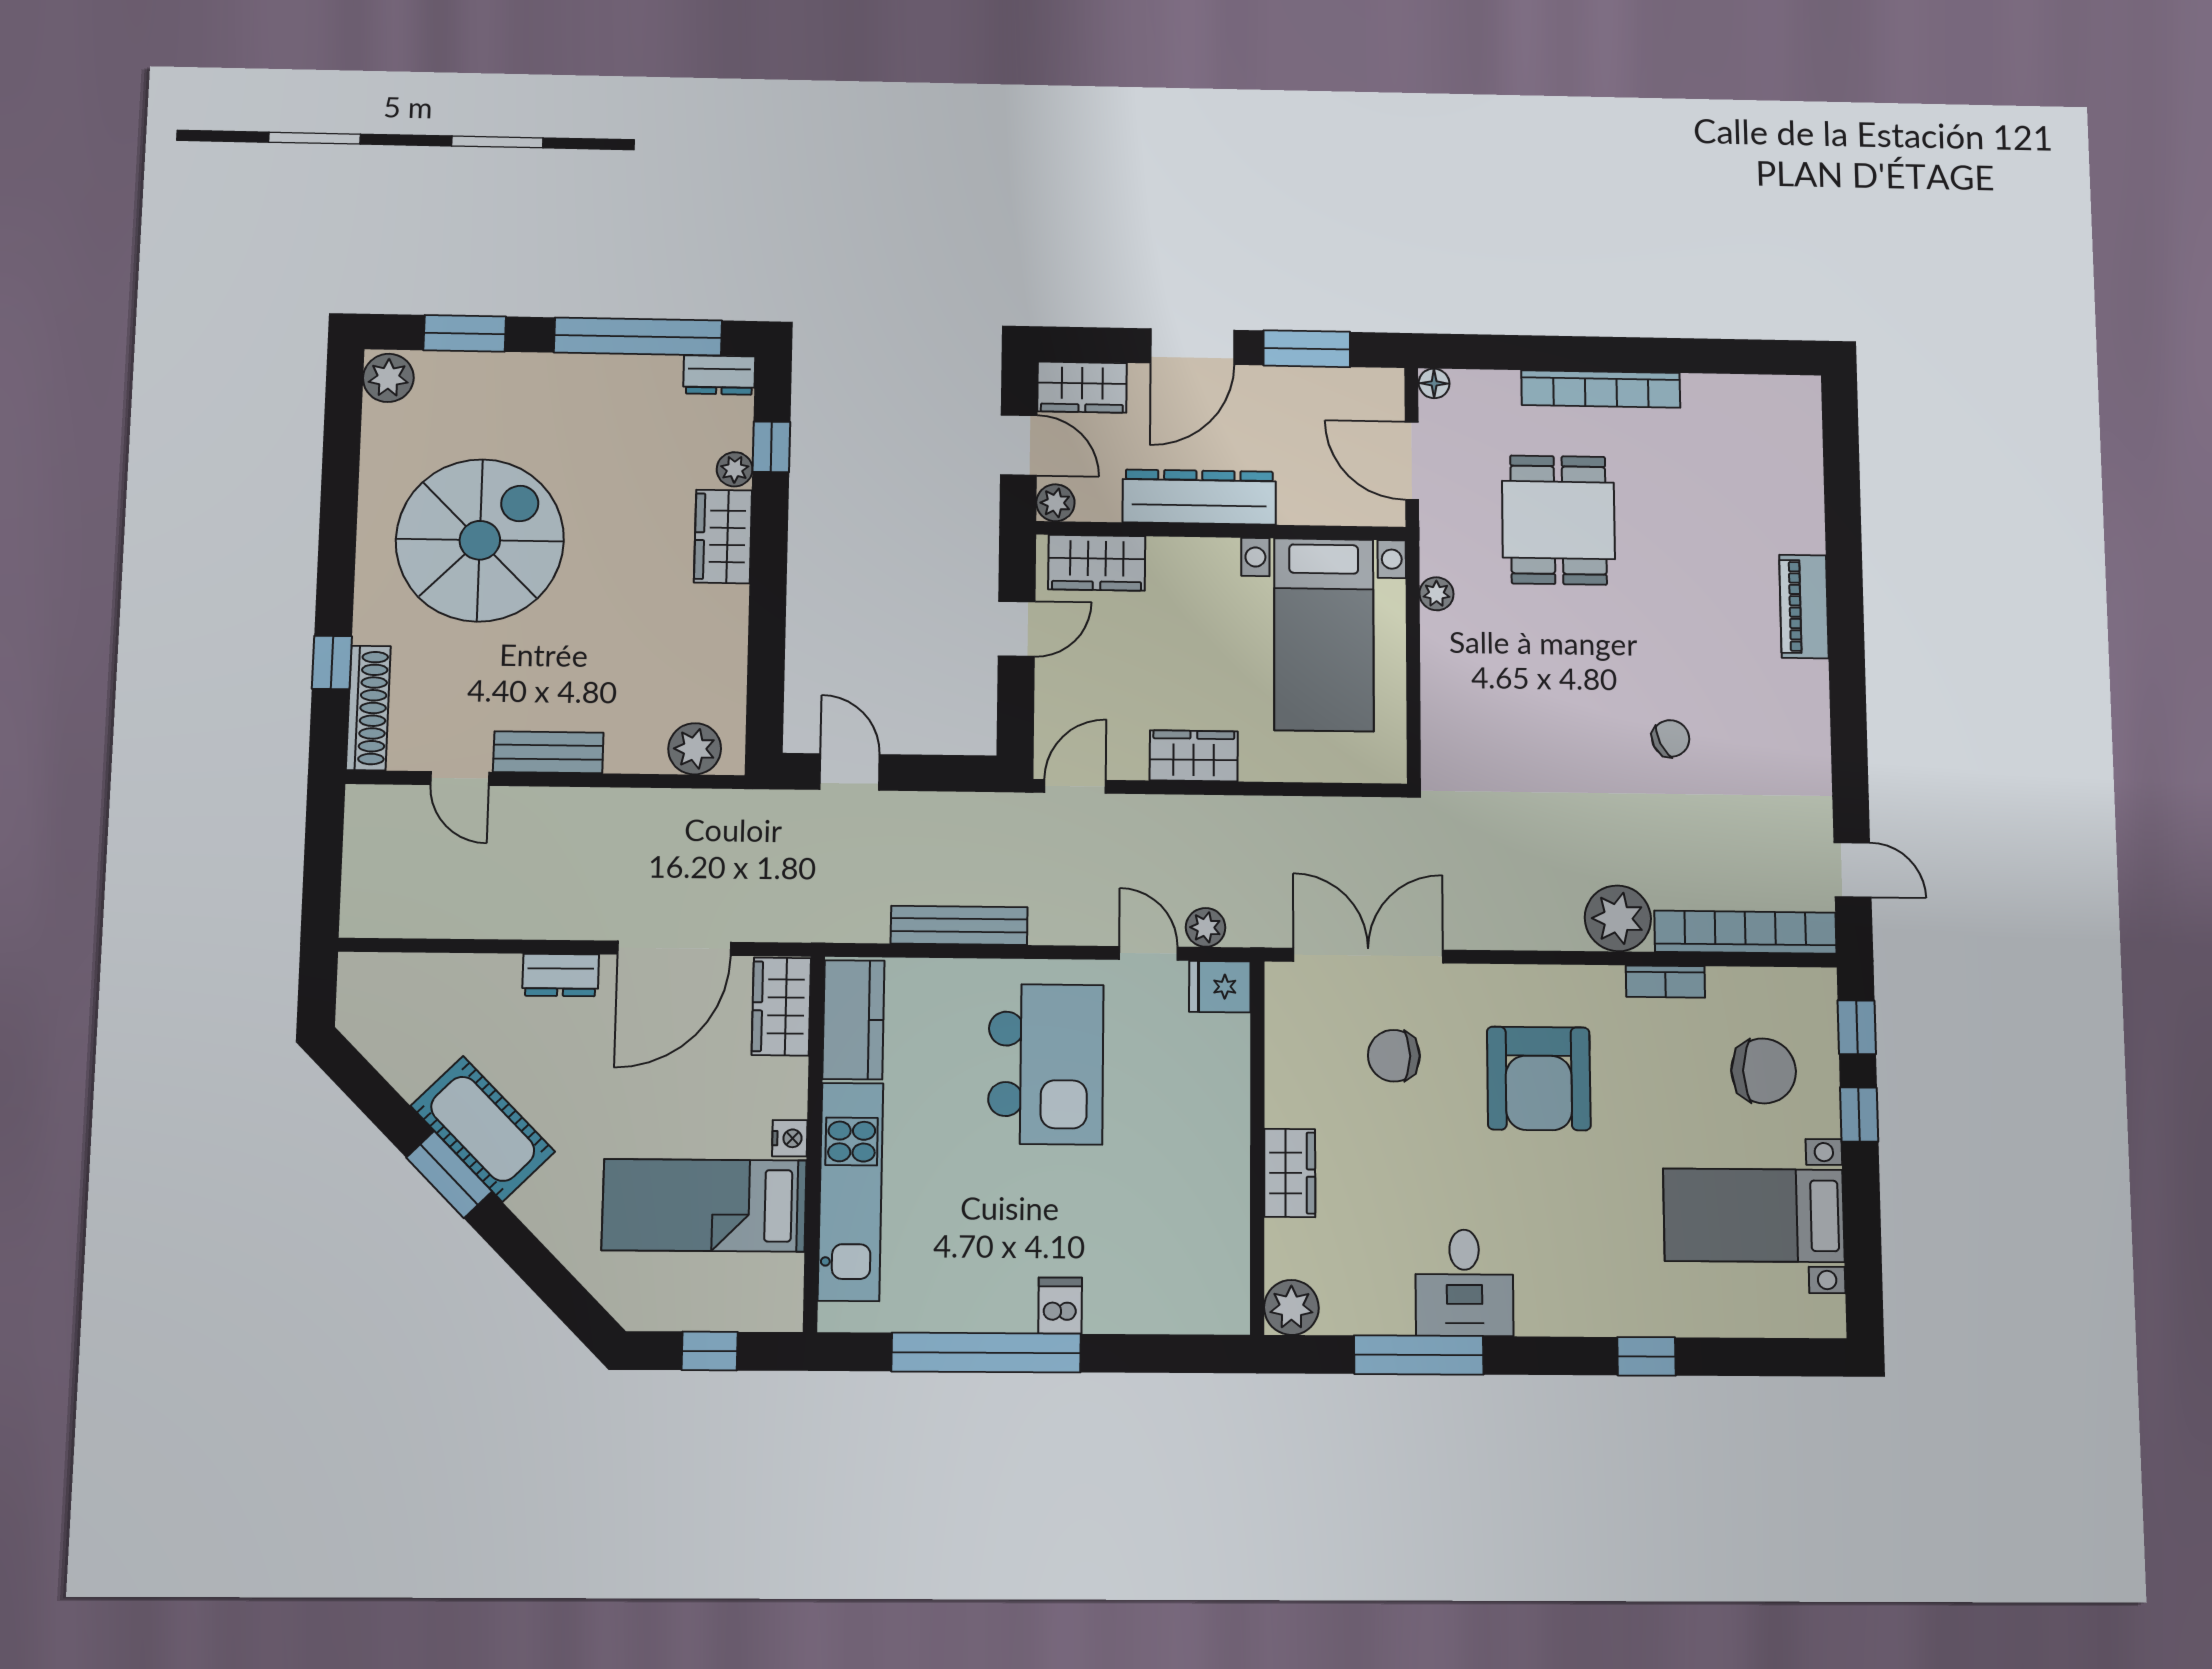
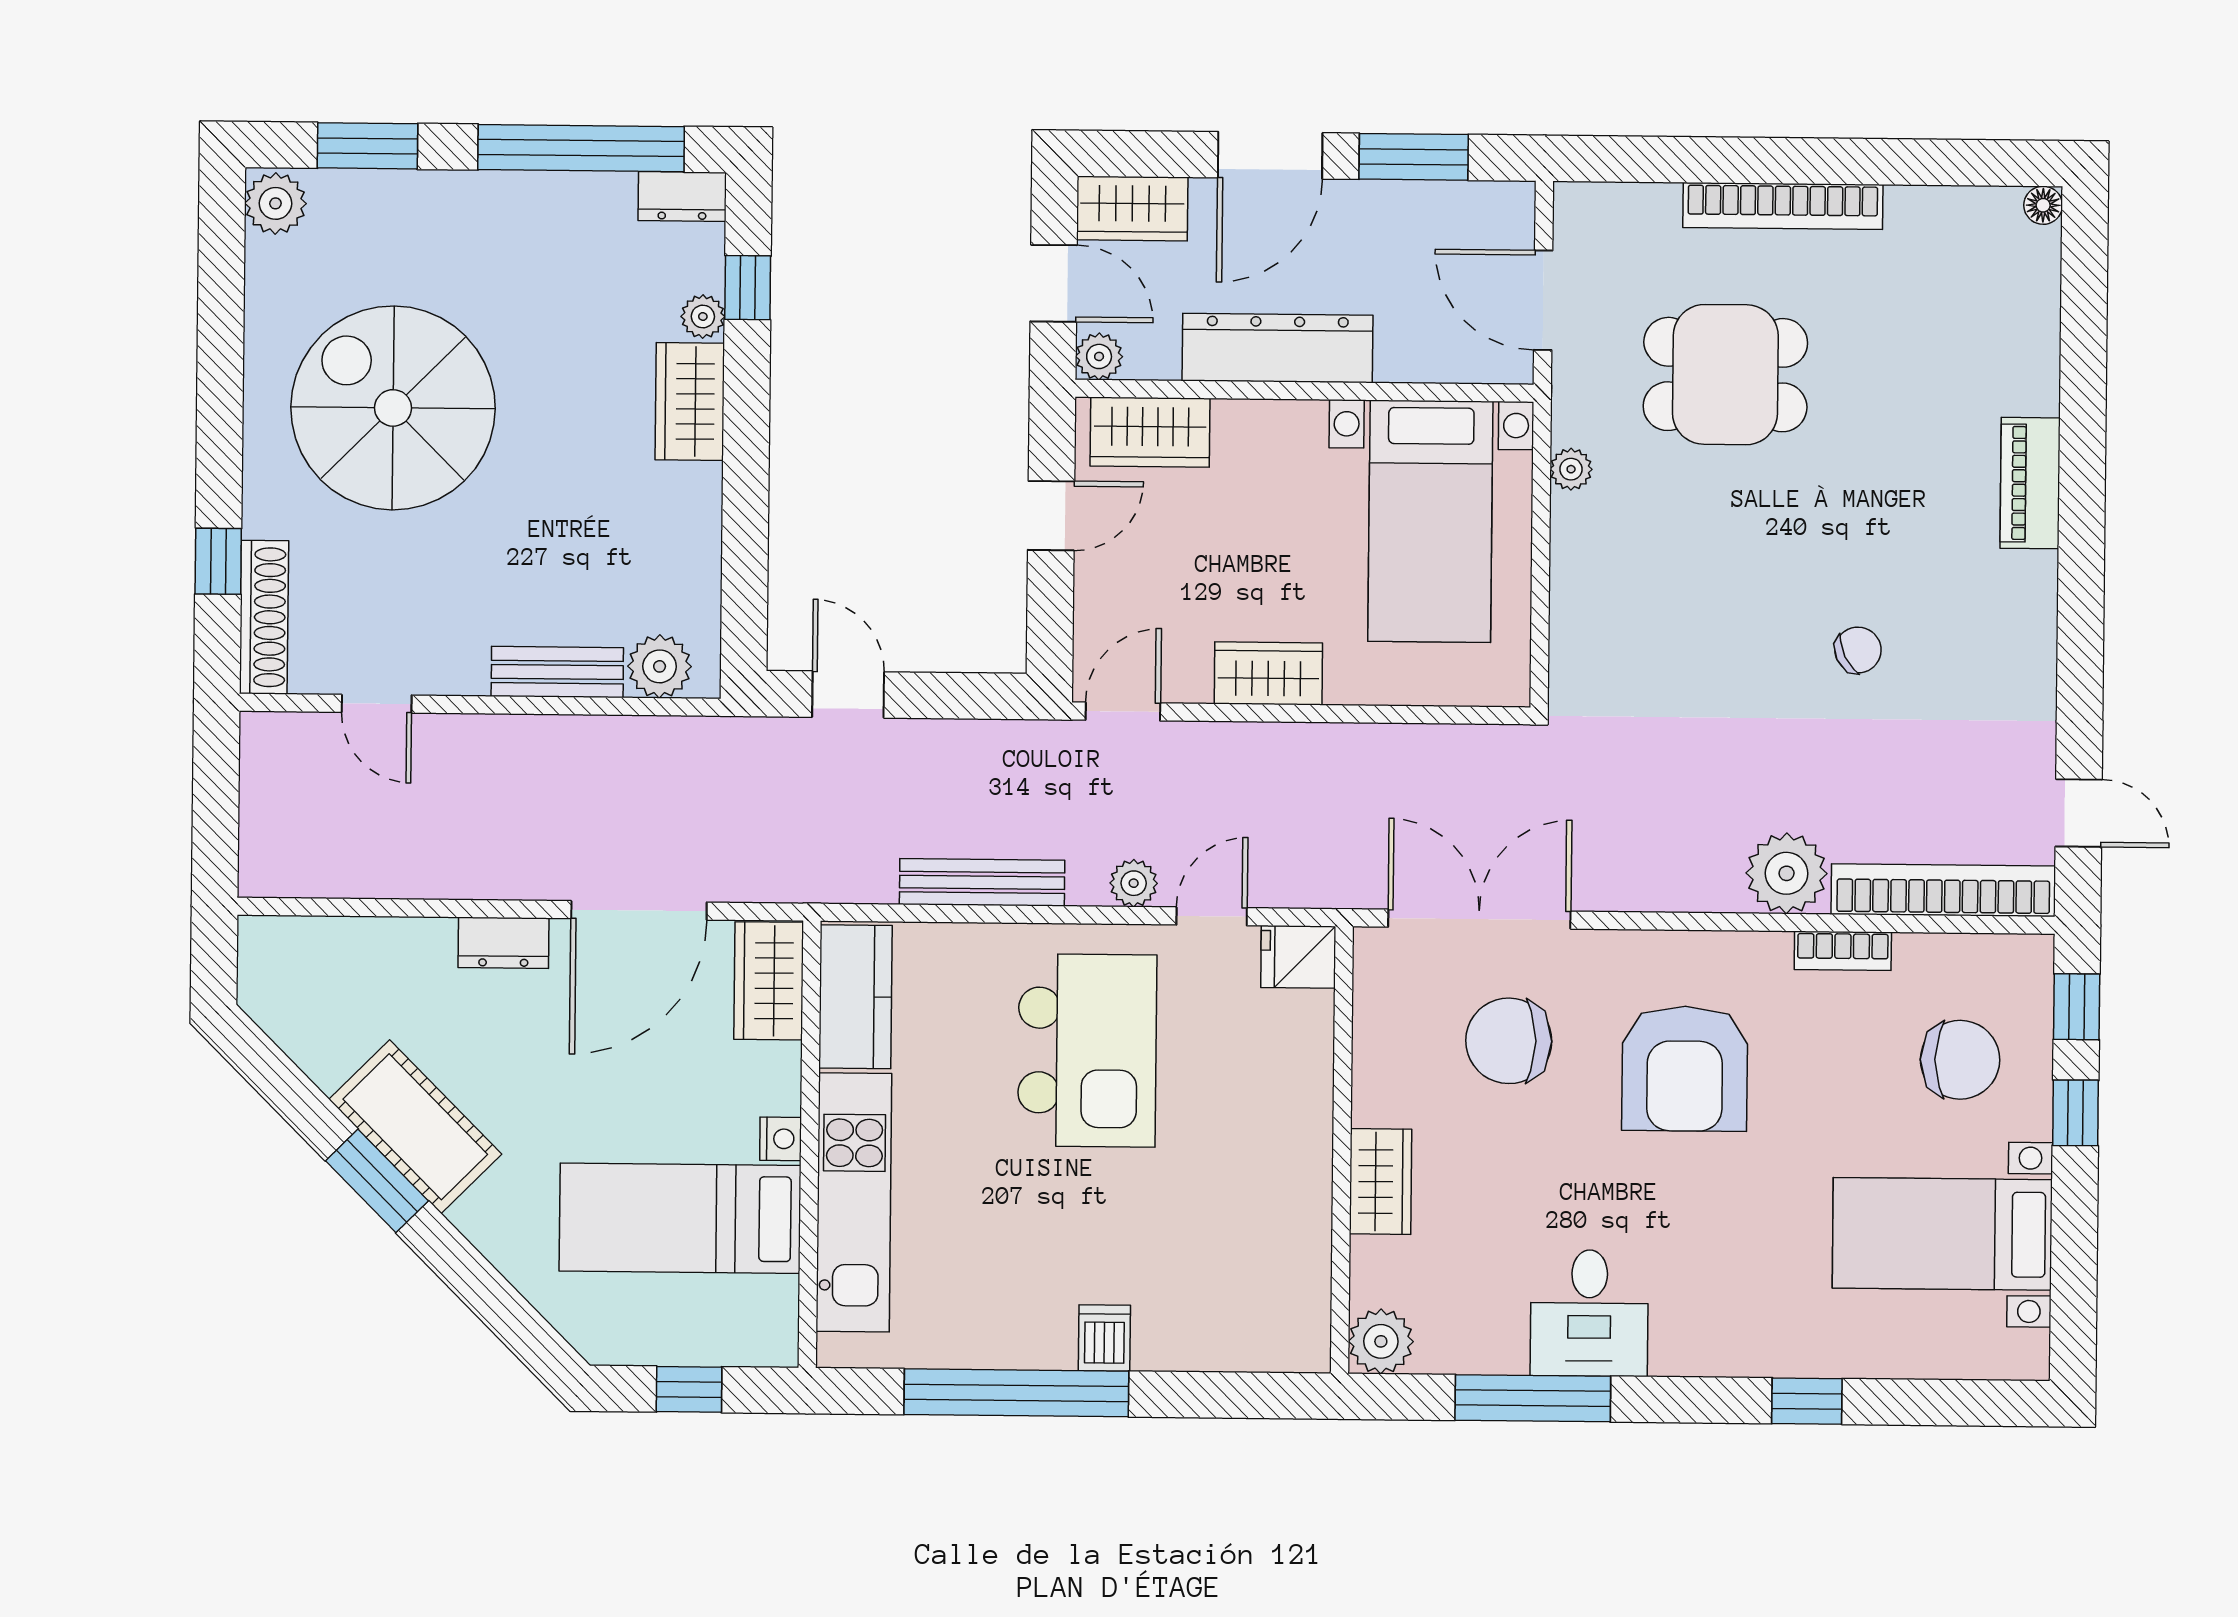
floor lamp: (1434, 383) -> (2043, 205), moved
dining table: (1558, 520) -> (1725, 375), turned 90
spiral stairs: (480, 540) -> (393, 408), turned -90
bench: (548, 752) -> (557, 672), moved
plant: (1206, 927) -> (1134, 883), moved
door: (1148, 953) -> (1212, 916), hinge flipped
chair: (1394, 1056) -> (1509, 1041), width x1.37, depth x1.37

